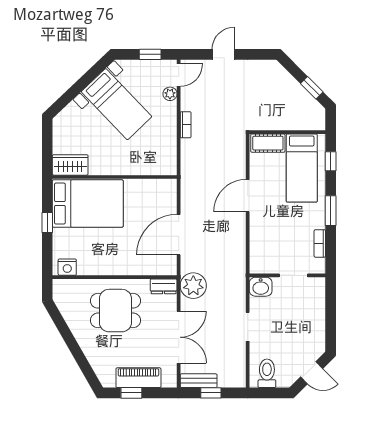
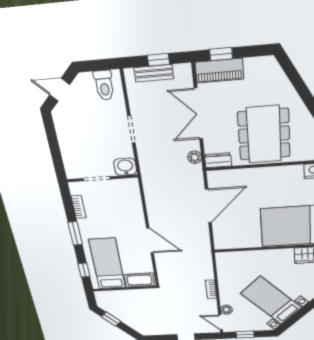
door: (179, 75) -> (221, 322), hinge flipped
door: (248, 196) -> (150, 241), hinge flipped
plant: (193, 286) -> (195, 157), width x0.53, depth x0.53
dining table: (115, 311) -> (264, 135), width x1.38
piano: (138, 378) -> (219, 71), moved
bench: (199, 381) -> (154, 73), moved
window: (131, 393) -> (221, 54), moved

